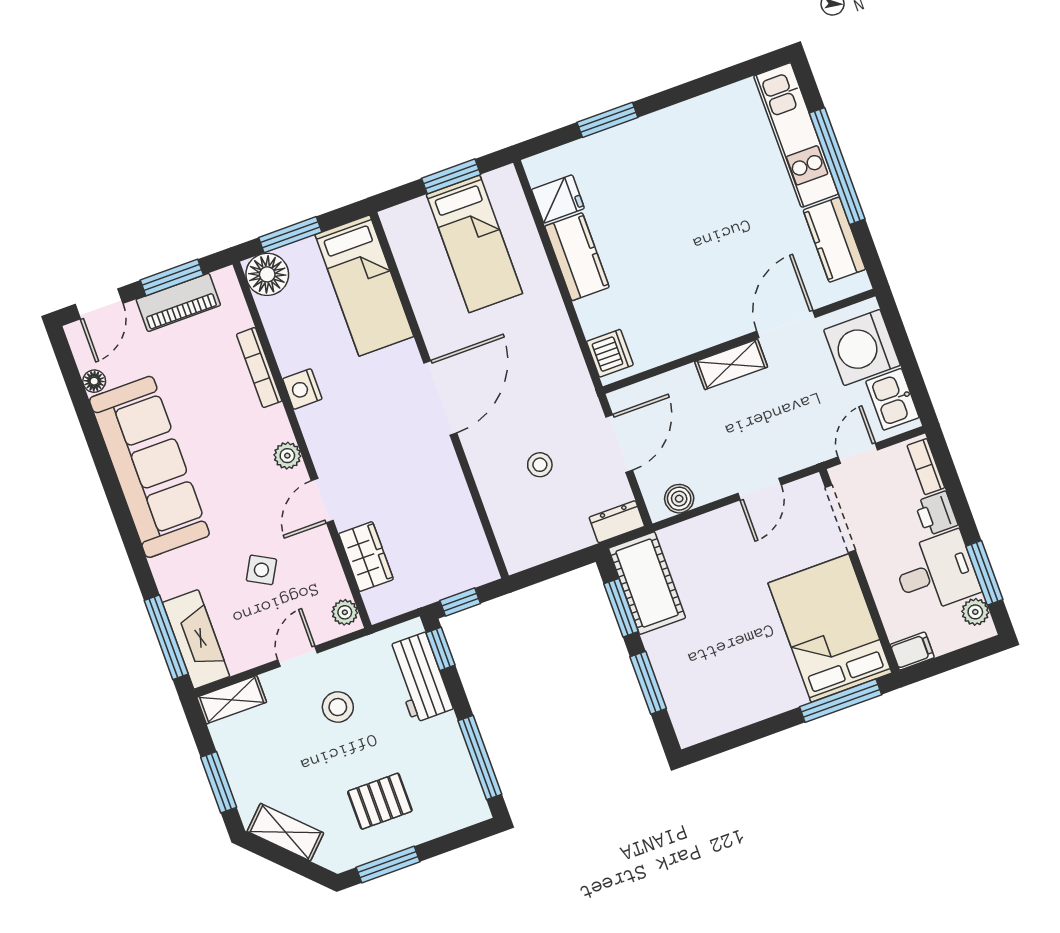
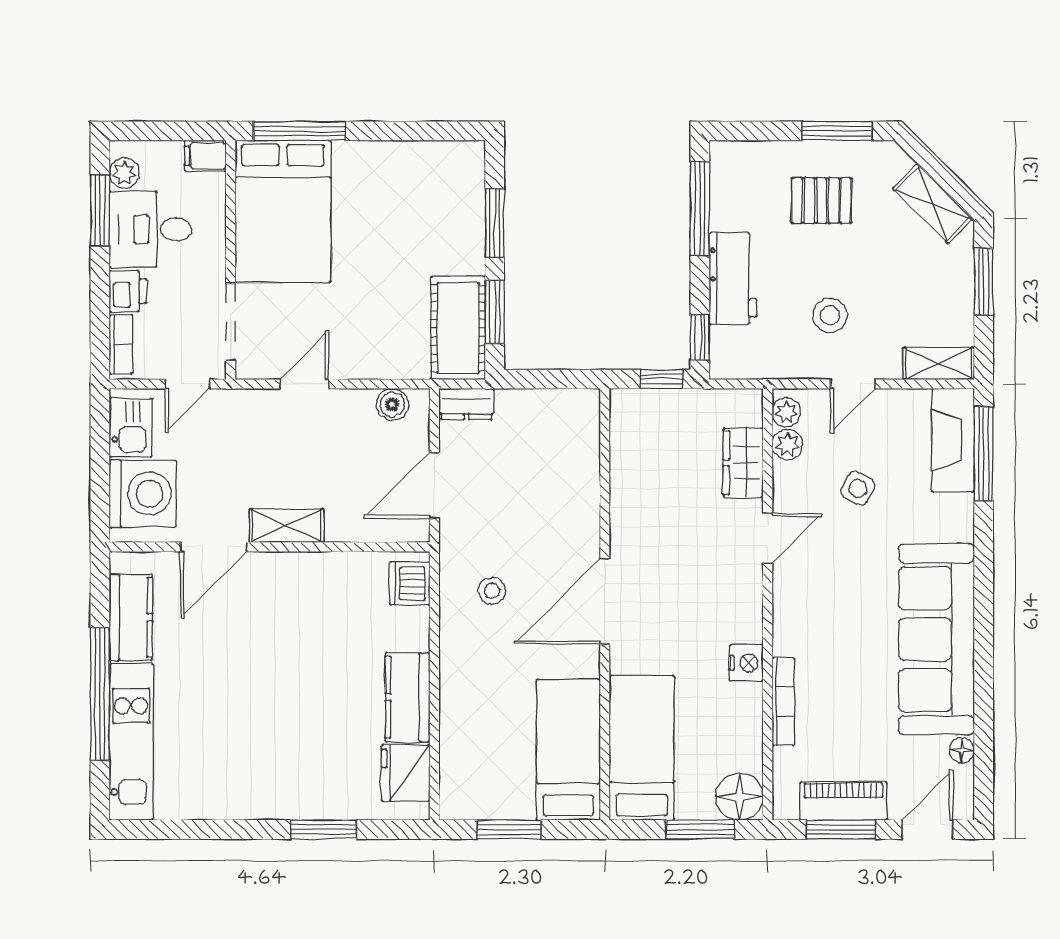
fridge: (558, 199) -> (406, 773), width x1.38
bed: (474, 244) -> (568, 750), moved
plant: (287, 456) -> (787, 445), moved
stool: (540, 465) -> (492, 591), moved
workbench: (419, 678) -> (733, 278), moved

